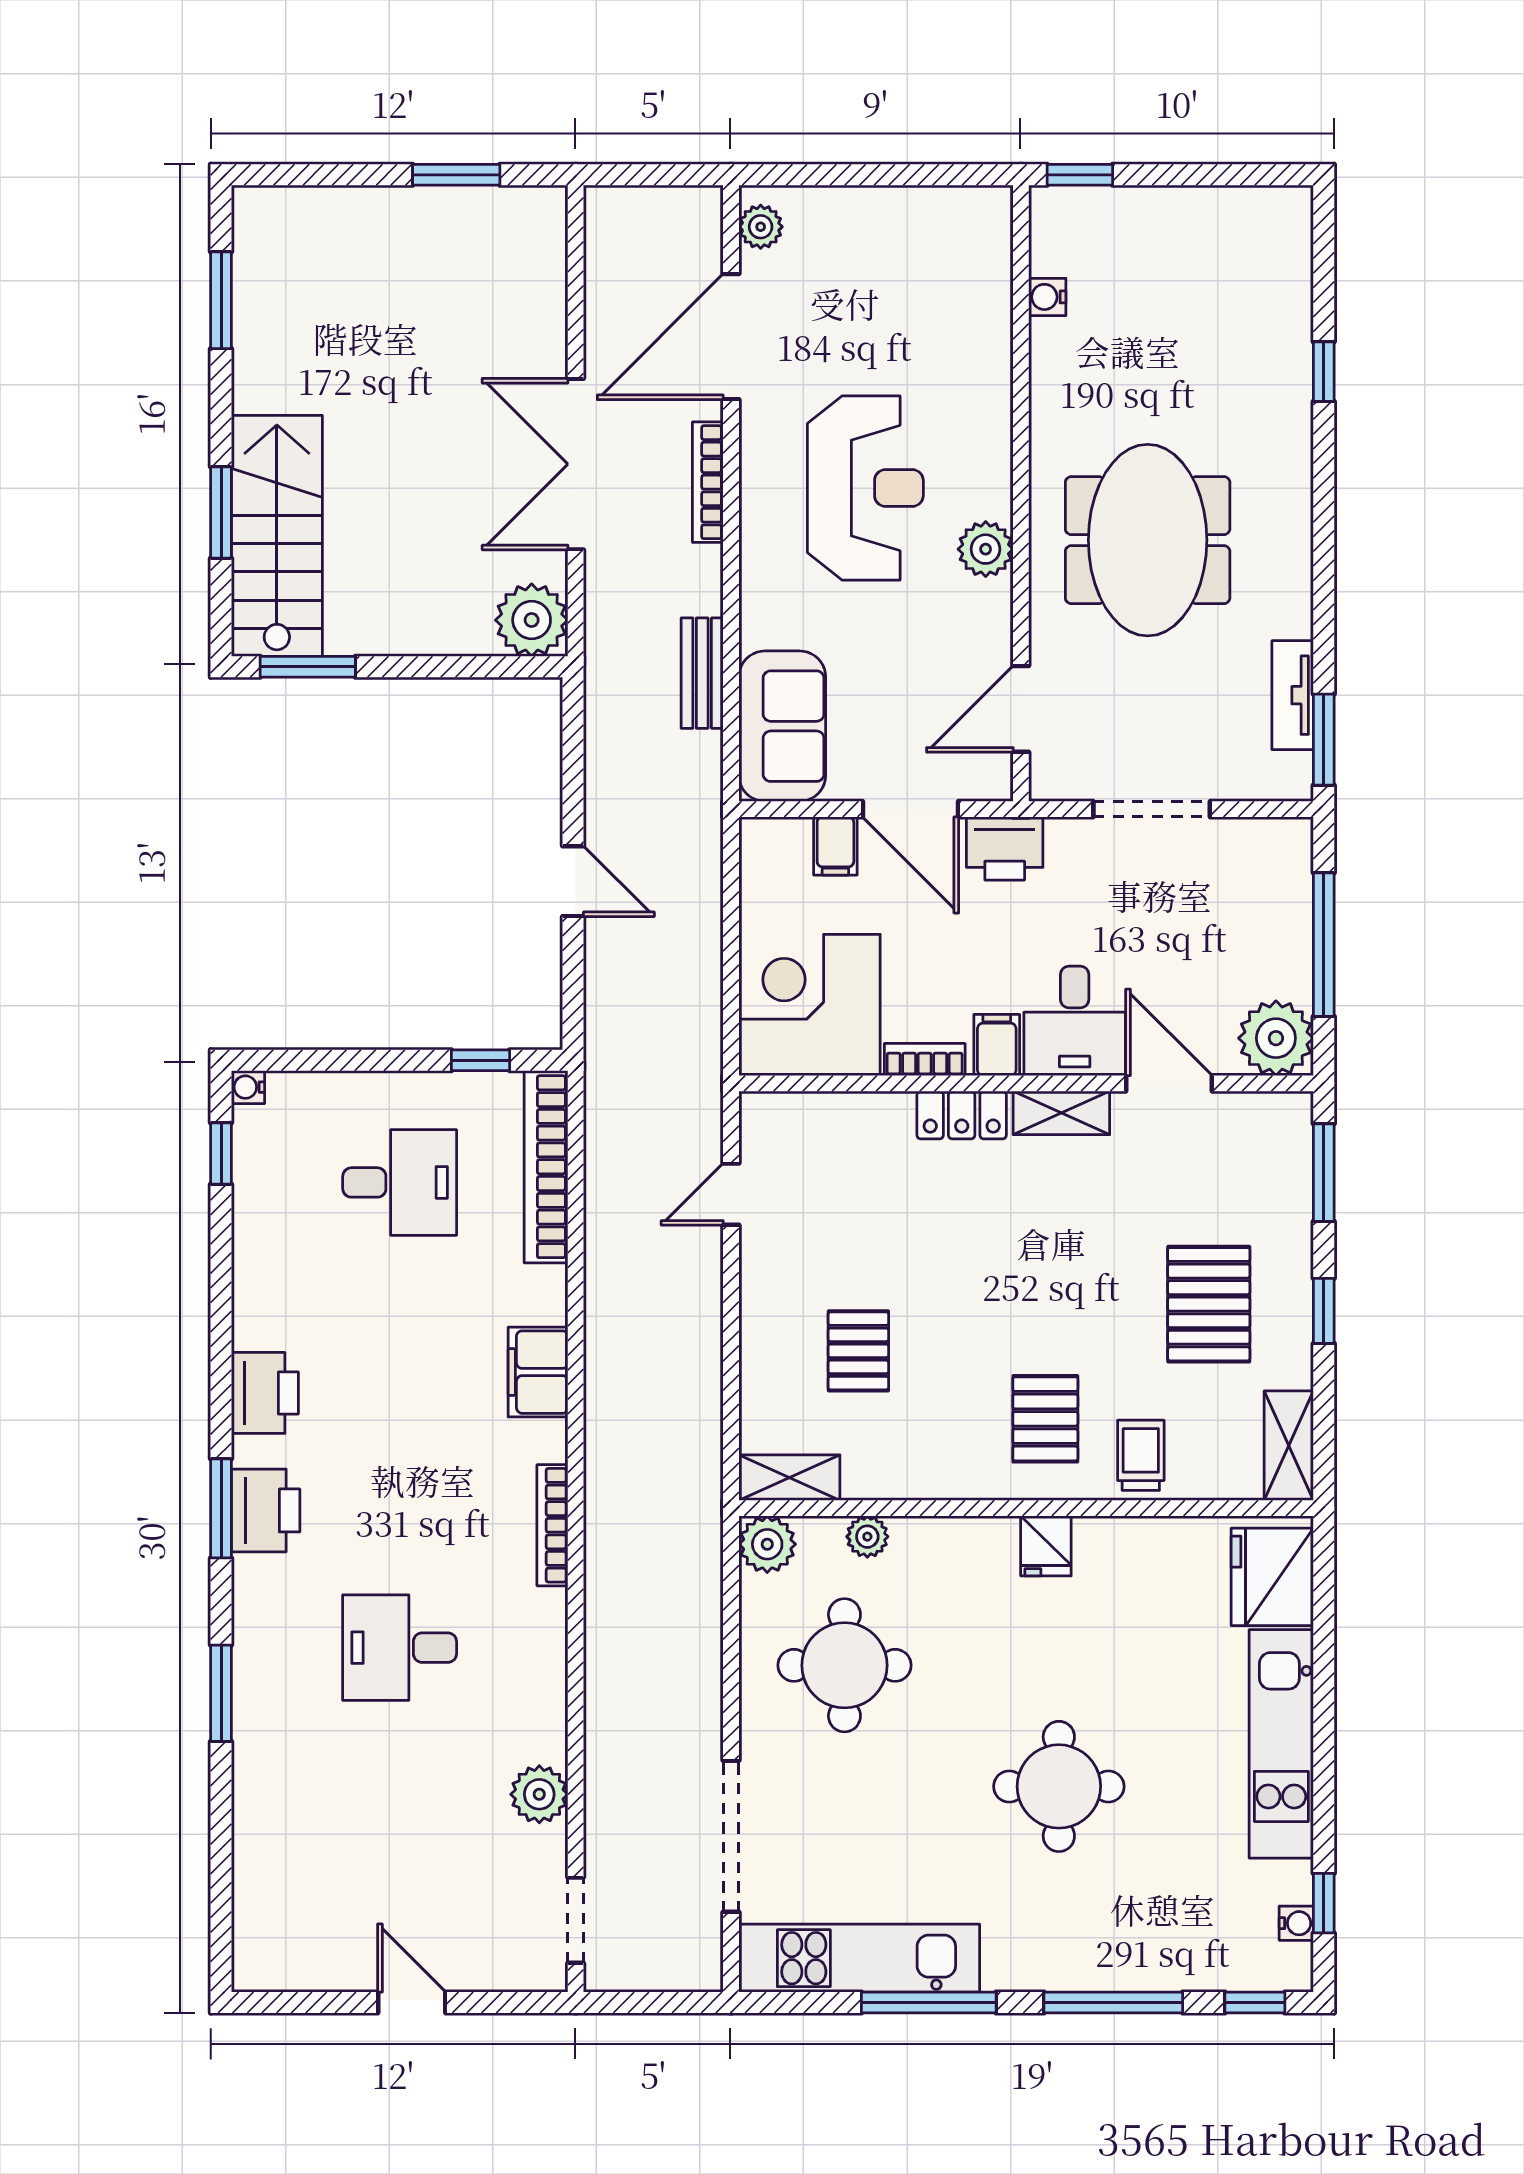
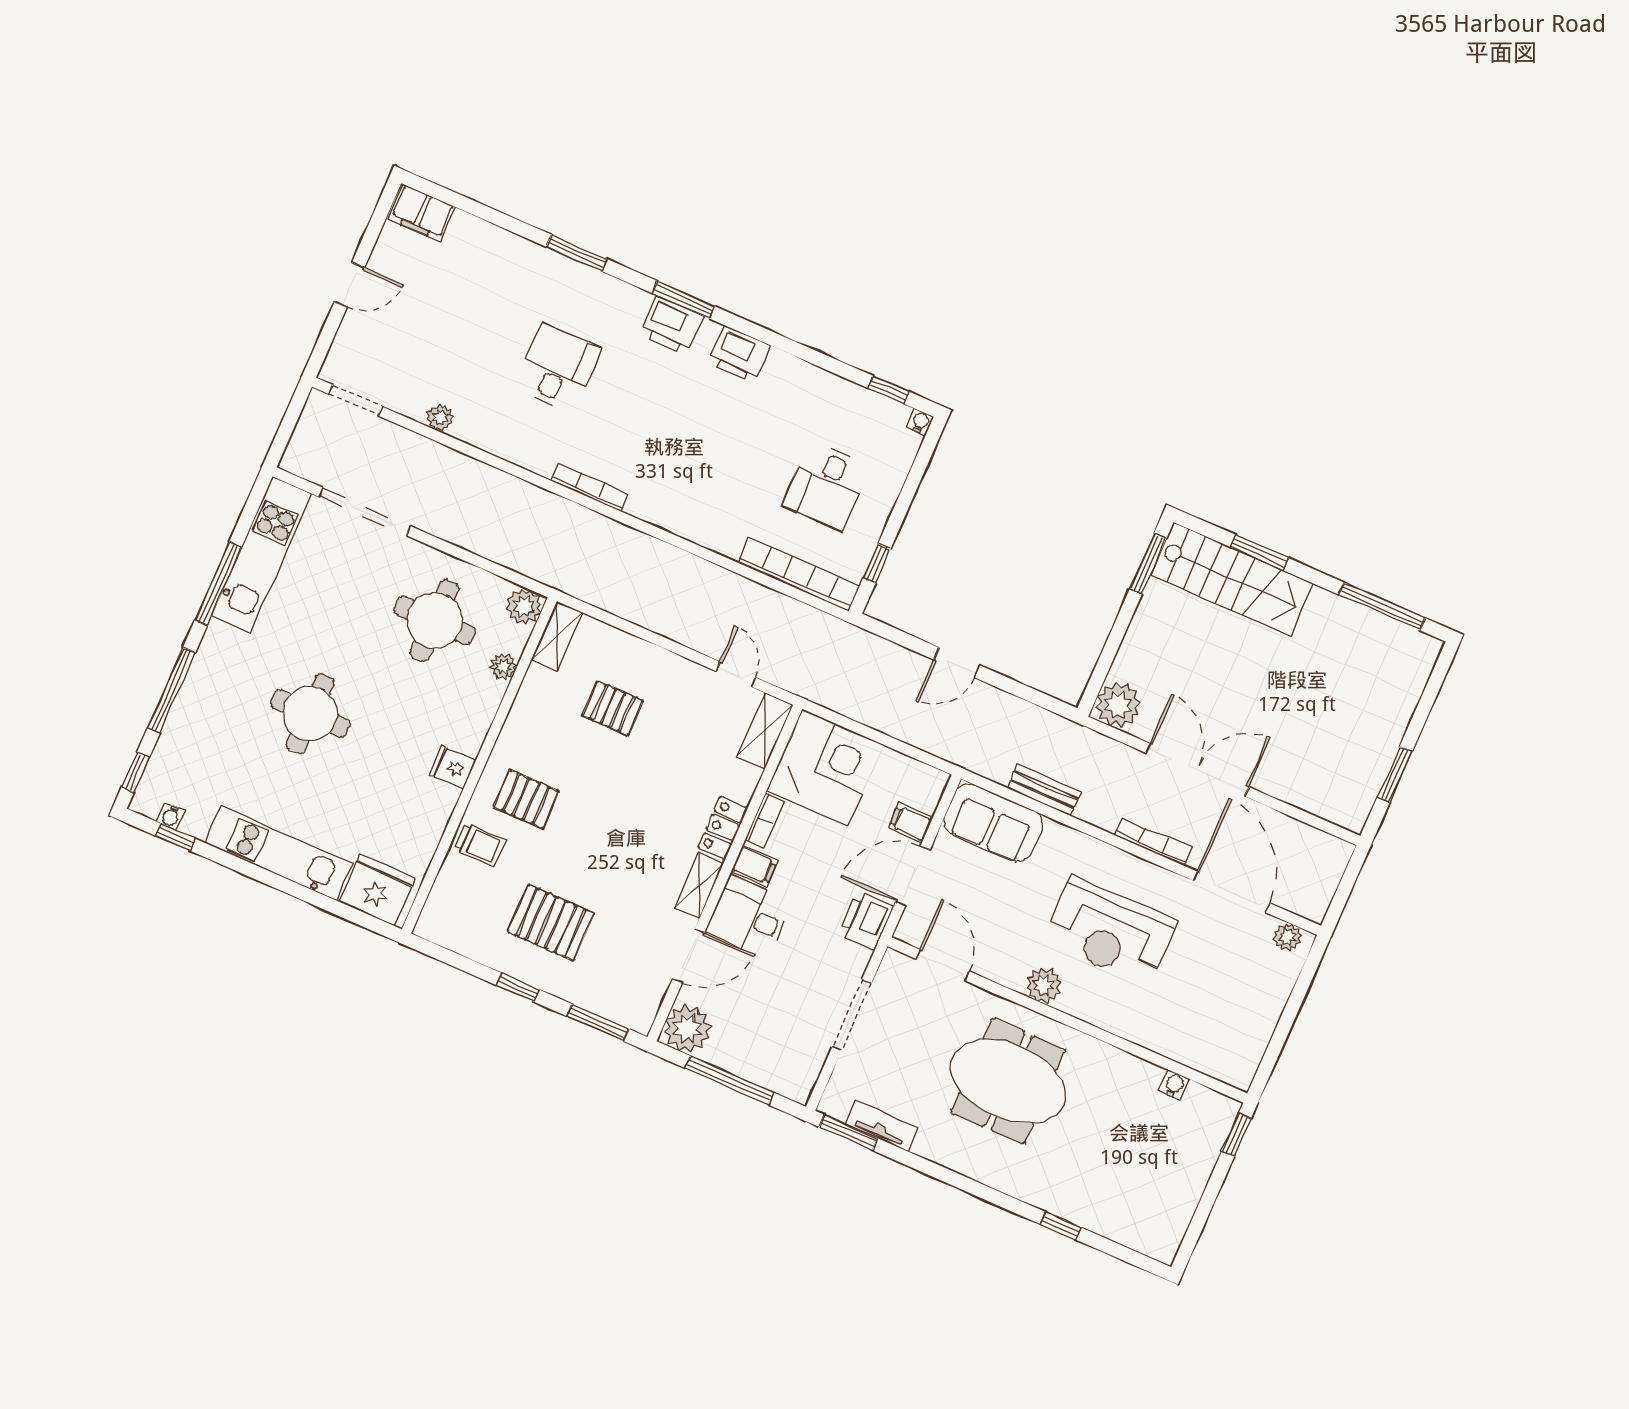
window: (221, 300) -> (1382, 606), width x1.44
filing cabinet: (538, 1372) -> (422, 213), moved, turned 180
shelving: (1289, 1446) -> (765, 730), moved, turned 90
plant: (539, 1794) -> (440, 418), width x0.73, depth x0.73

